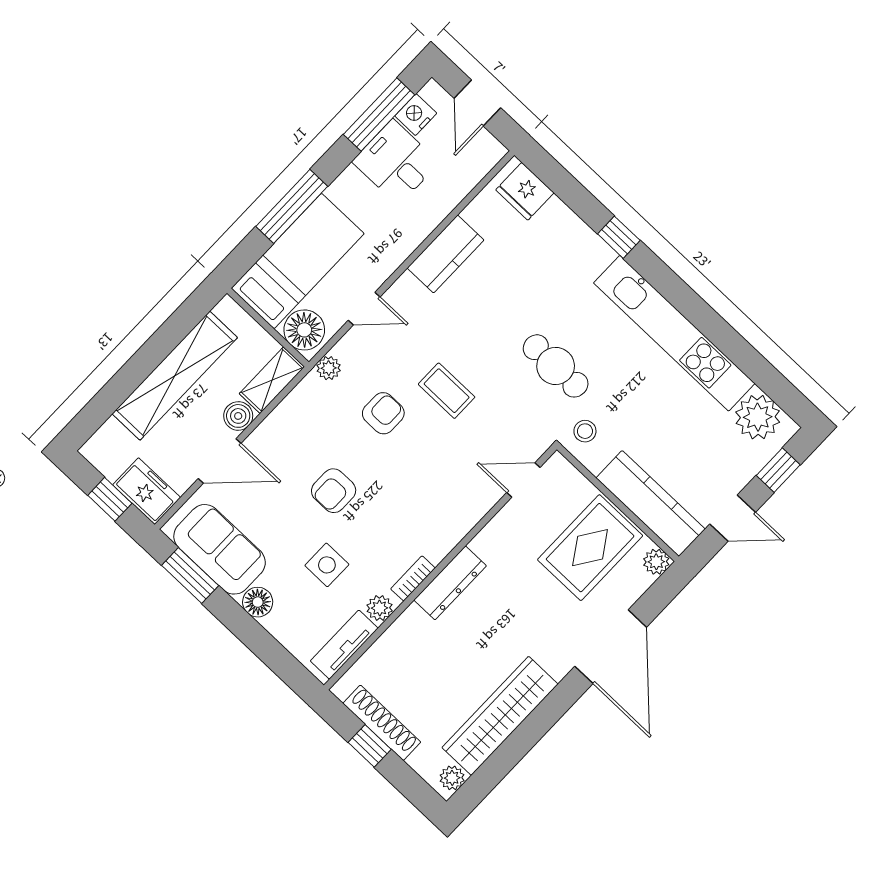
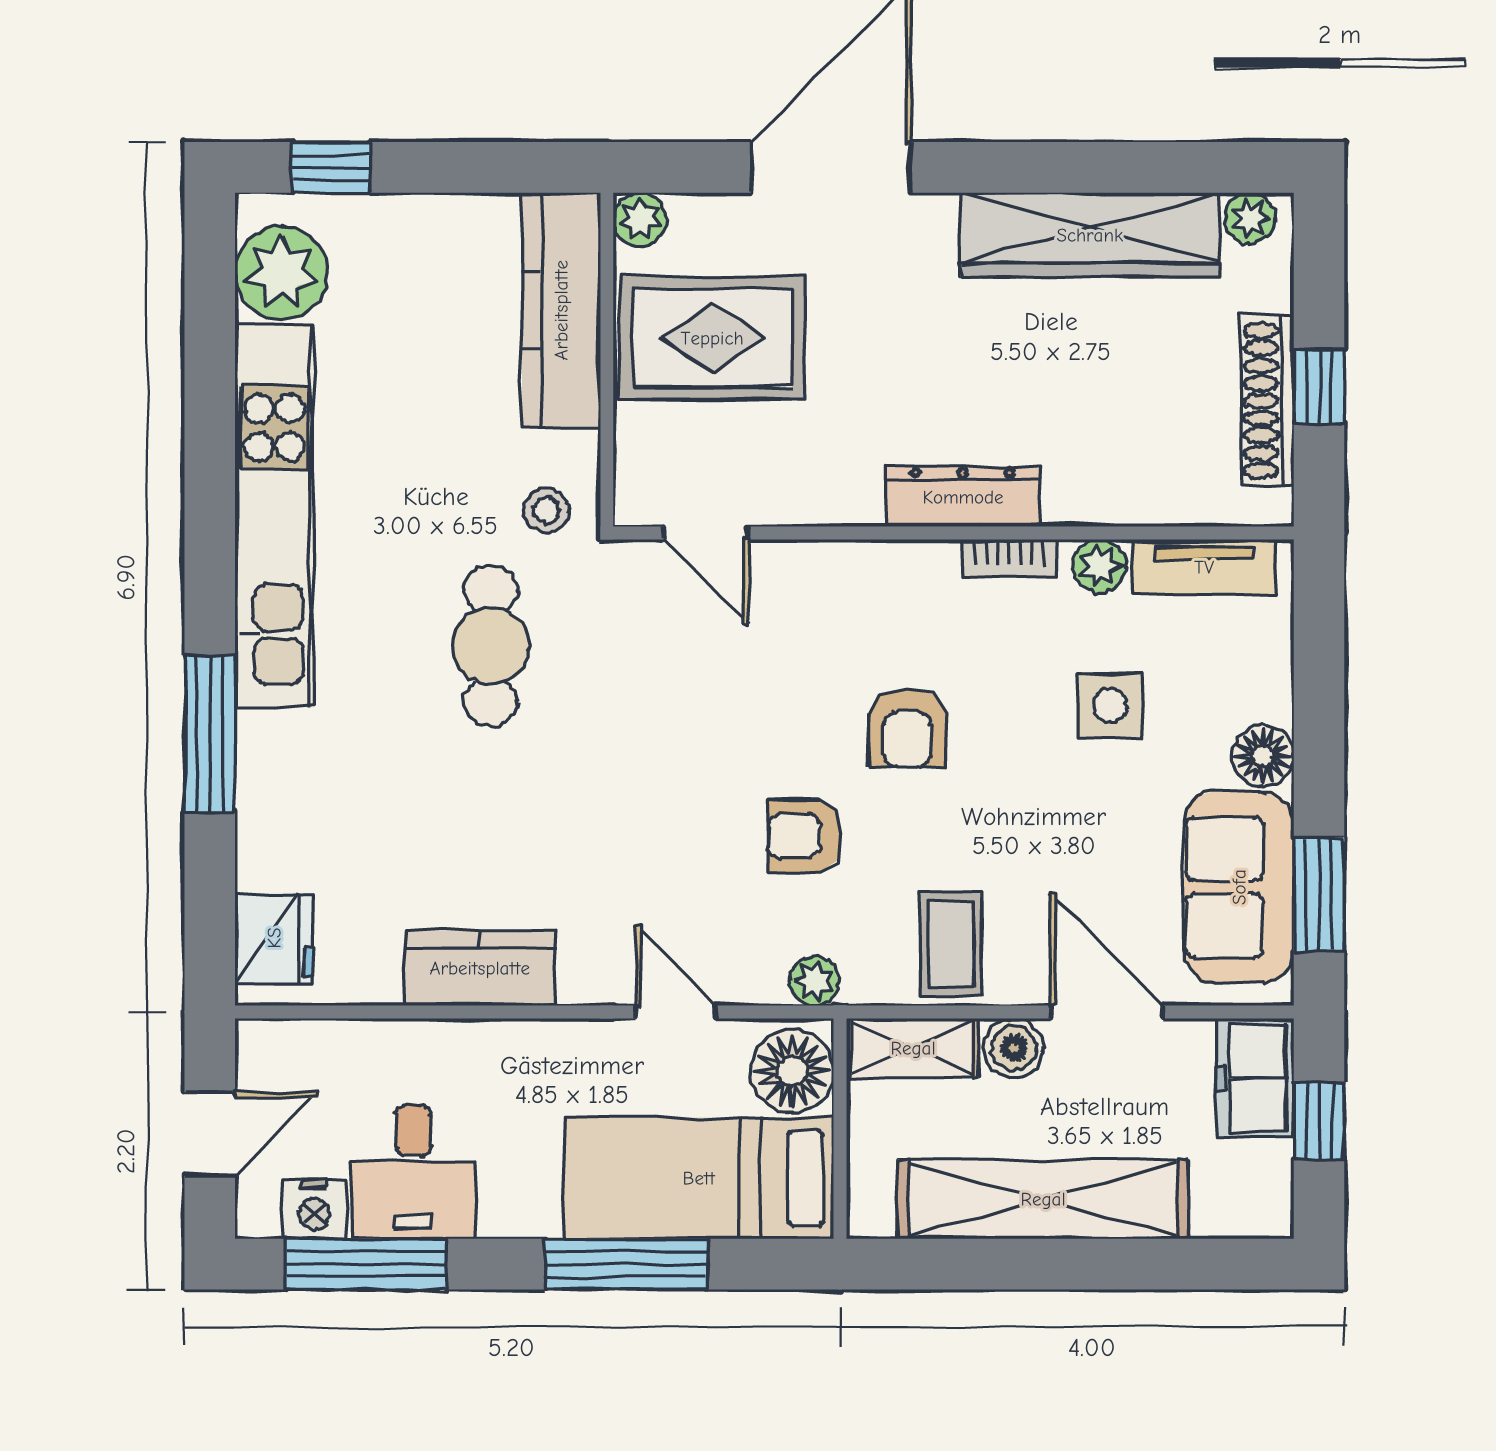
window: (619, 237) -> (210, 734), width x2.17
coffee table: (447, 391) -> (951, 944), moved
armchair: (334, 491) -> (907, 728), moved, turned 90
door: (733, 518) -> (467, 167), removed

